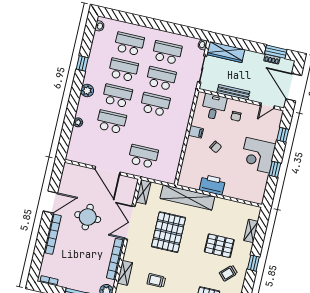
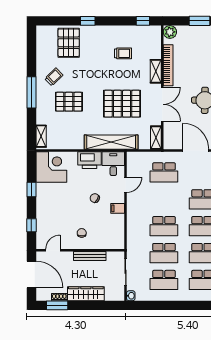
wardrobe: (226, 52) -> (86, 294), moved
desk: (214, 107) -> (113, 164), moved, turned 180
door: (183, 153) -> (126, 185), added
corner desk: (258, 155) -> (51, 167), moved
shelving: (251, 231) -> (41, 136), moved
pallet: (168, 232) -> (122, 104), turned 90
window: (253, 263) -> (31, 92), width x2.17
shelving: (125, 273) -> (156, 71), moved

